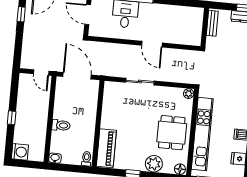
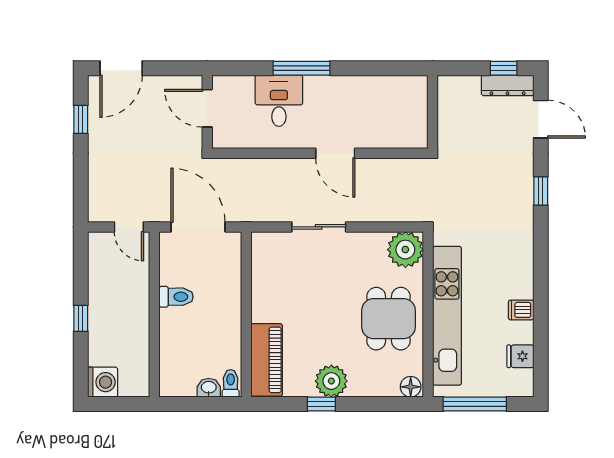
bench: (212, 23) -> (446, 103), removed
plant: (189, 94) -> (405, 250), width x1.87, depth x1.87
toilet: (61, 125) -> (176, 297), moved
washbasin: (55, 158) -> (209, 388), moved
plant: (154, 164) -> (331, 381), moved

